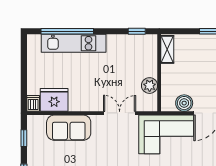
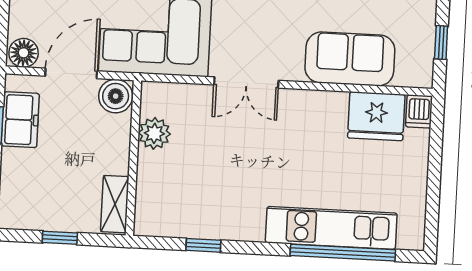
shelving: (167, 49) -> (115, 204), moved
wall: (159, 73) -> (133, 158), moved
plant: (150, 86) -> (154, 133), moved

